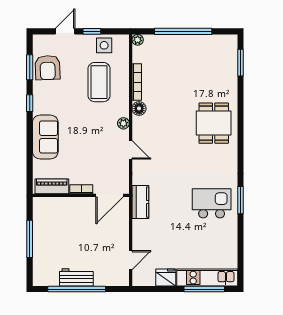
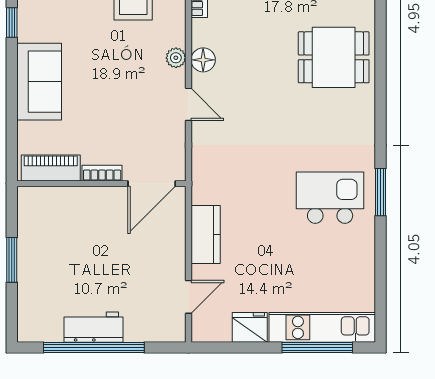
floor lamp: (139, 108) -> (203, 60), moved
dining table: (214, 123) -> (334, 57), turned 90
kitchen counter: (140, 202) -> (206, 234), moved
window: (30, 239) -> (12, 260), width x0.69

